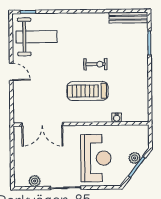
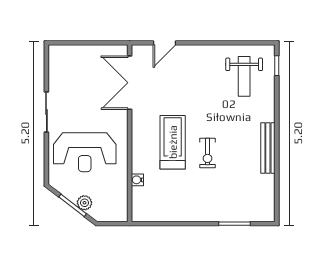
bench: (128, 18) -> (268, 148), moved
weight bench: (36, 37) -> (244, 76), width x0.73, depth x0.75
door: (11, 72) -> (164, 43), moved
plant: (35, 181) -> (56, 72), removed

